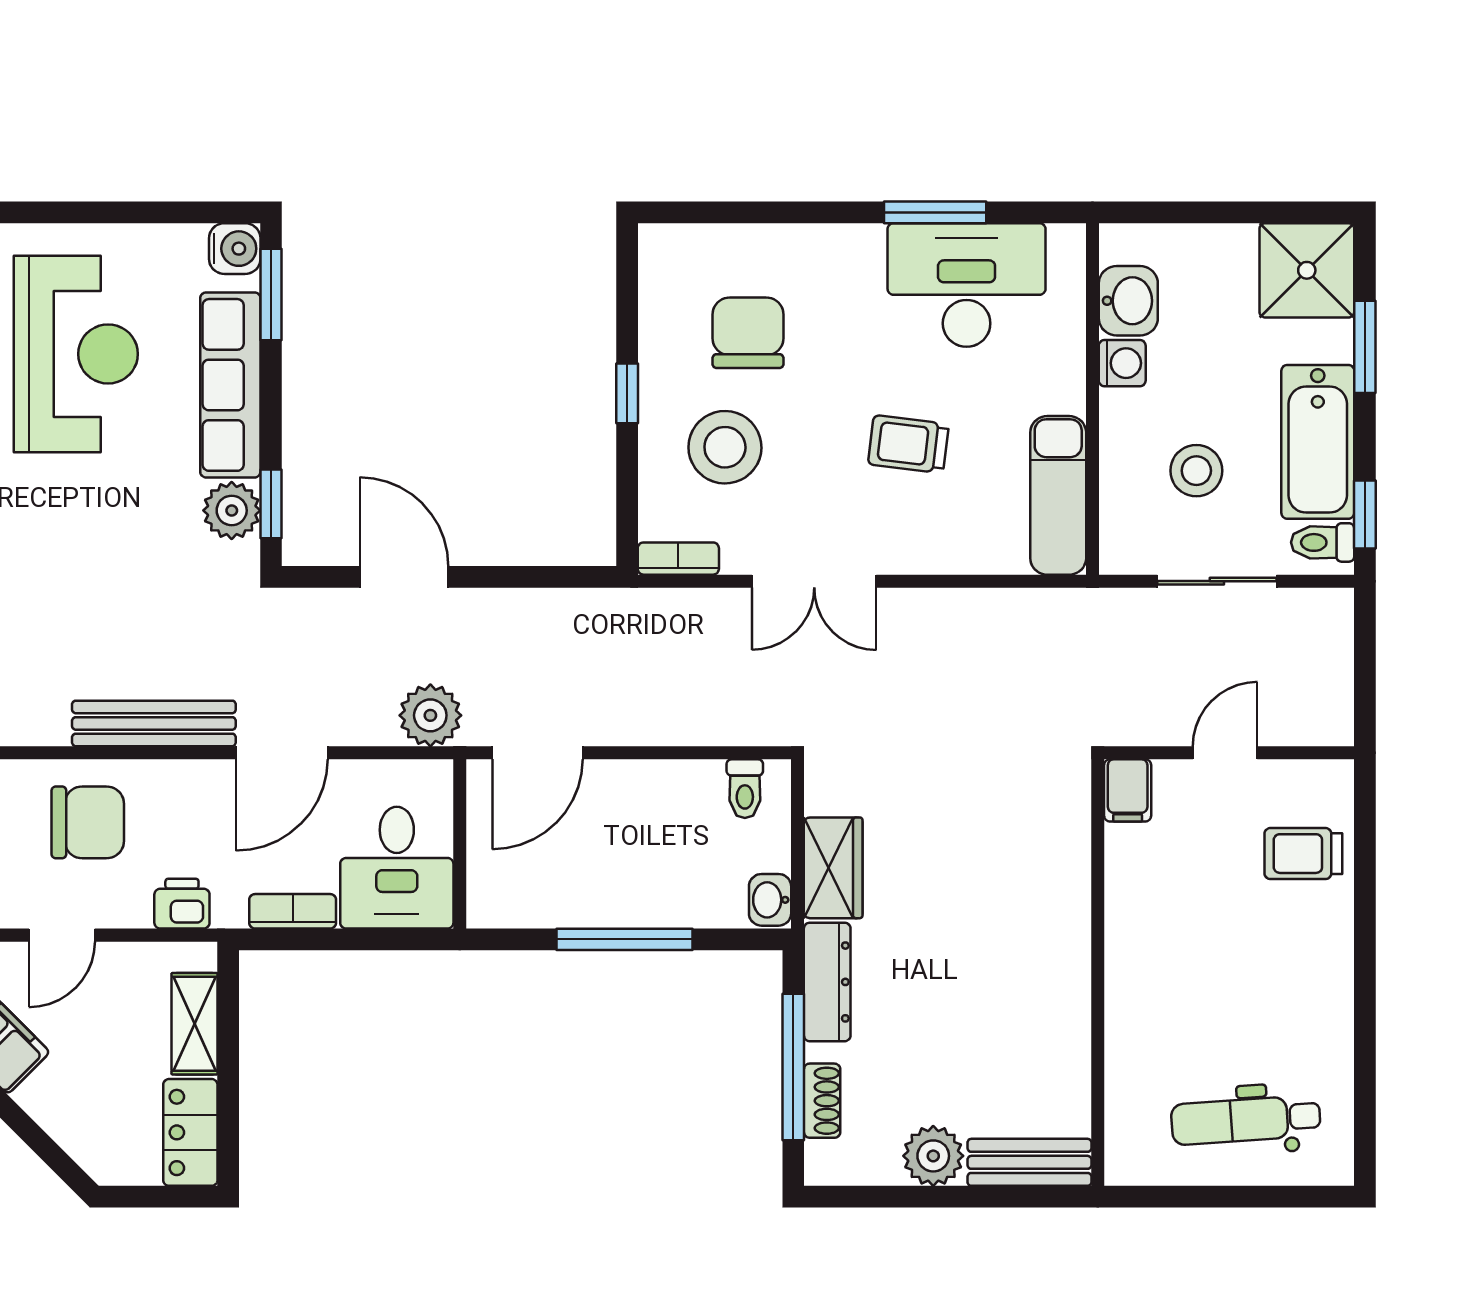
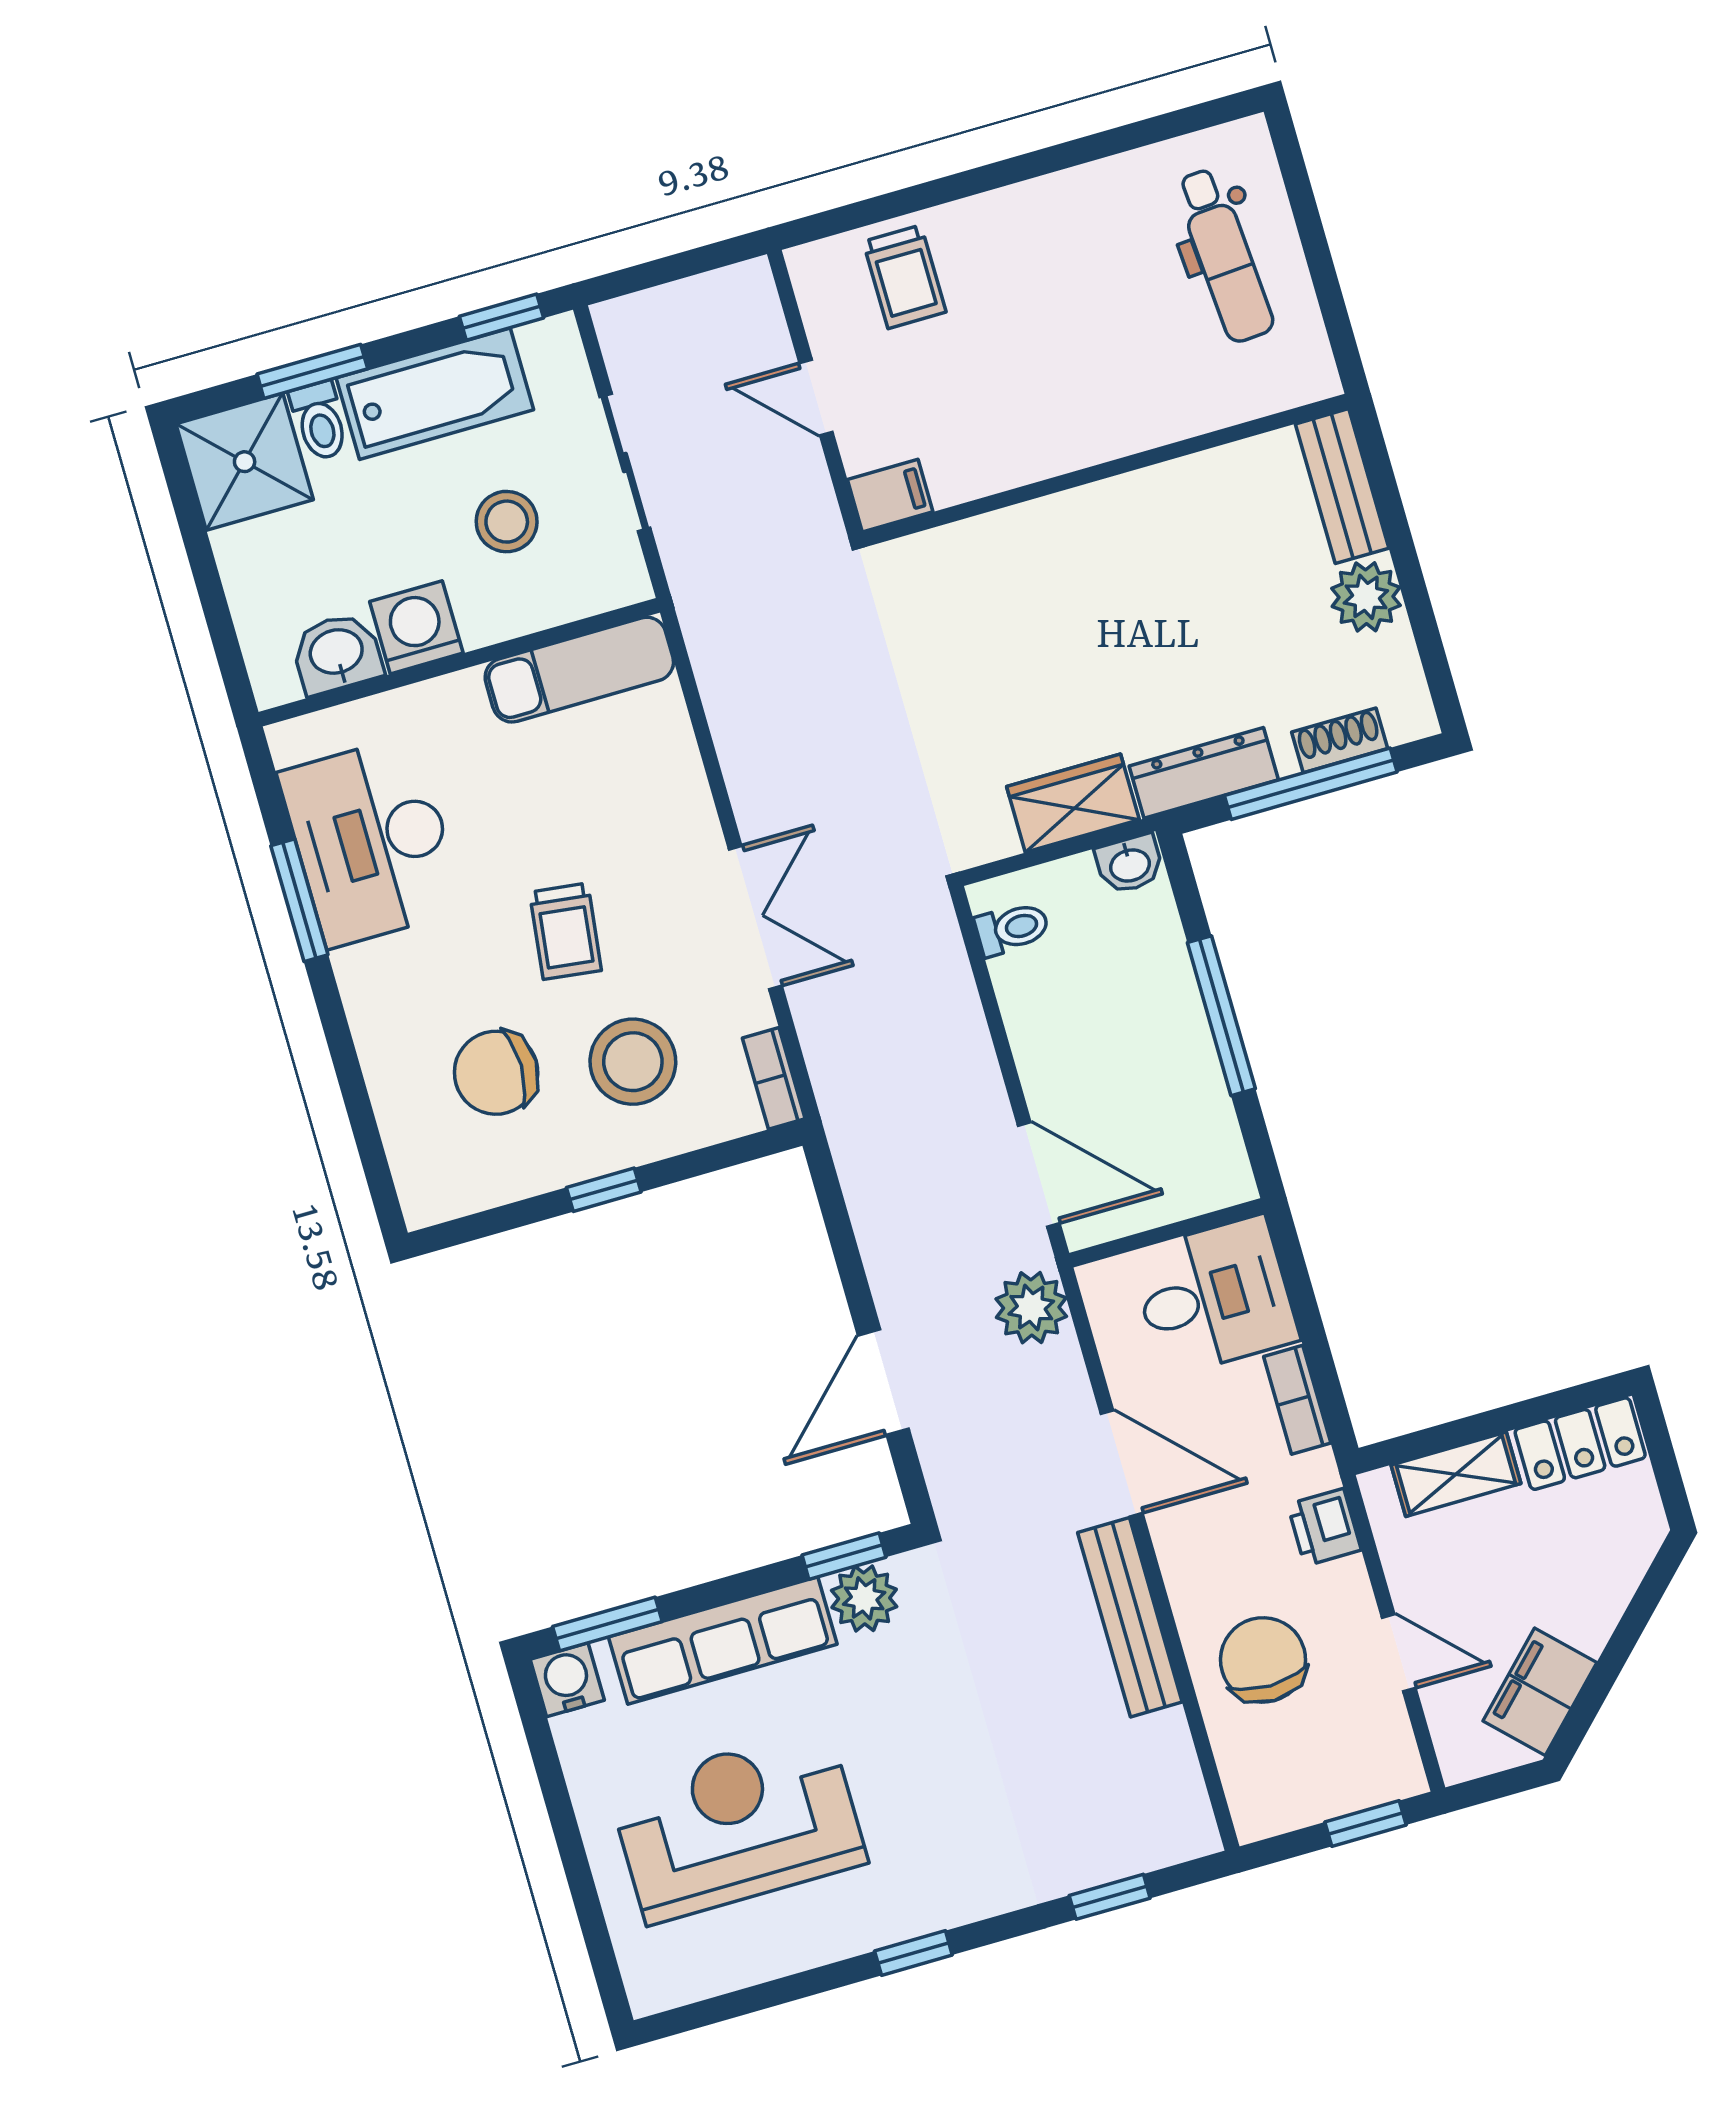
washing machine: (1122, 363) -> (416, 627), width x1.38, depth x1.38
trolley: (908, 444) -> (565, 931), moved
toilet: (1323, 542) -> (320, 421), moved

